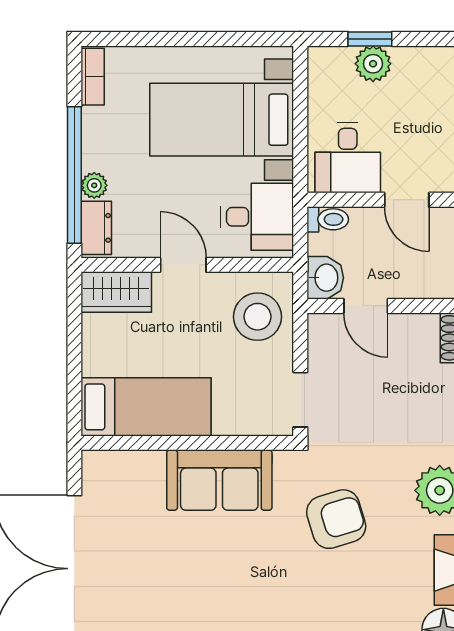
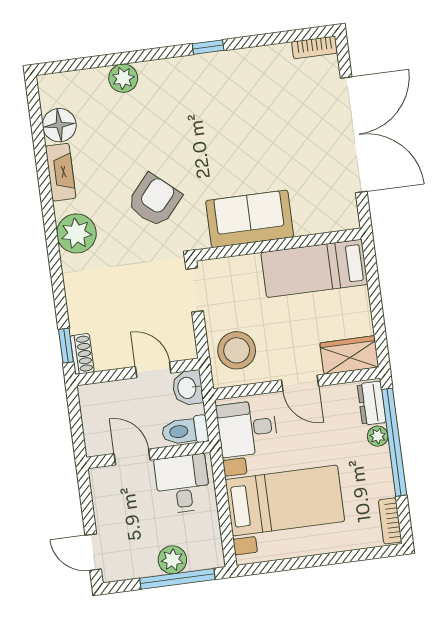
window: (370, 39) -> (177, 579), width x2.17
toilet: (328, 219) -> (185, 431), width x1.37, depth x1.39
armchair: (336, 519) -> (154, 200), turned 148

